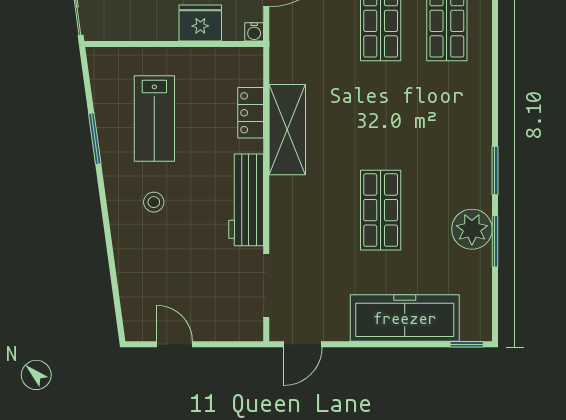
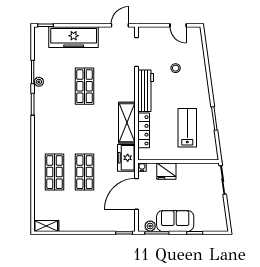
freezer: (288, 52) -> (126, 158), added
locker: (251, 113) -> (144, 130), width x1.53
stool: (154, 202) -> (176, 68), moved
plant: (472, 229) -> (39, 82), width x0.53, depth x0.53

